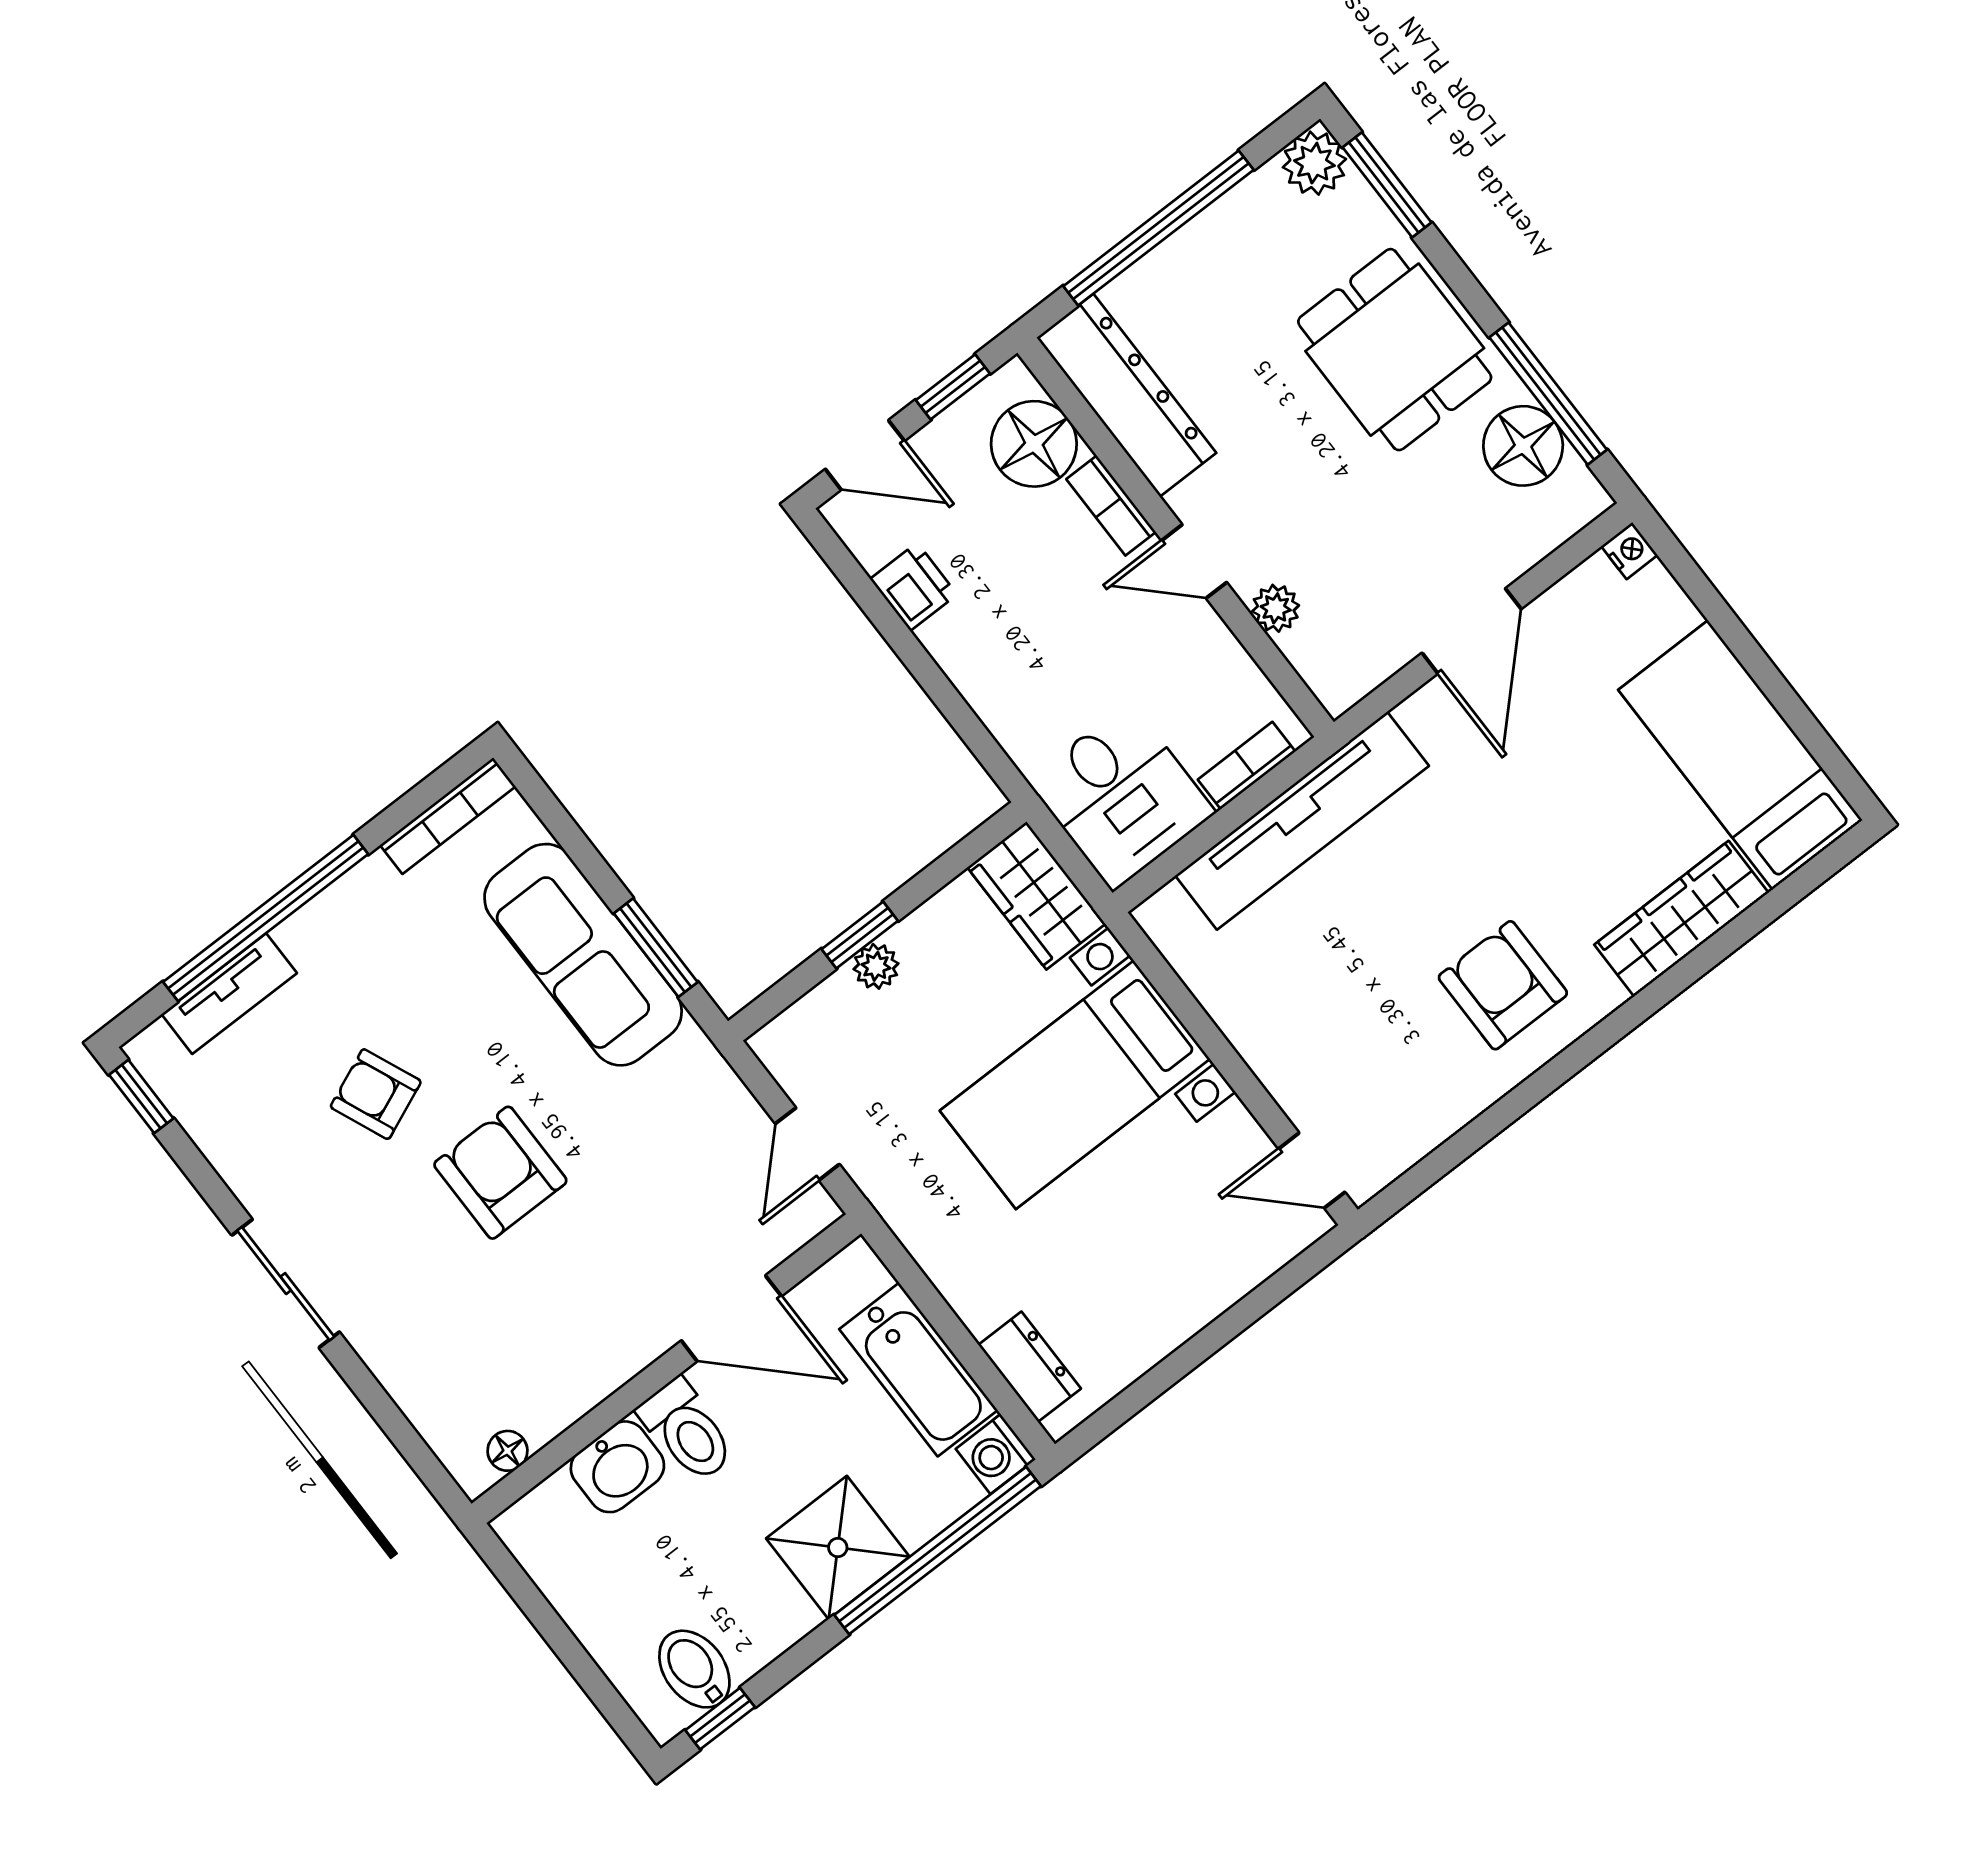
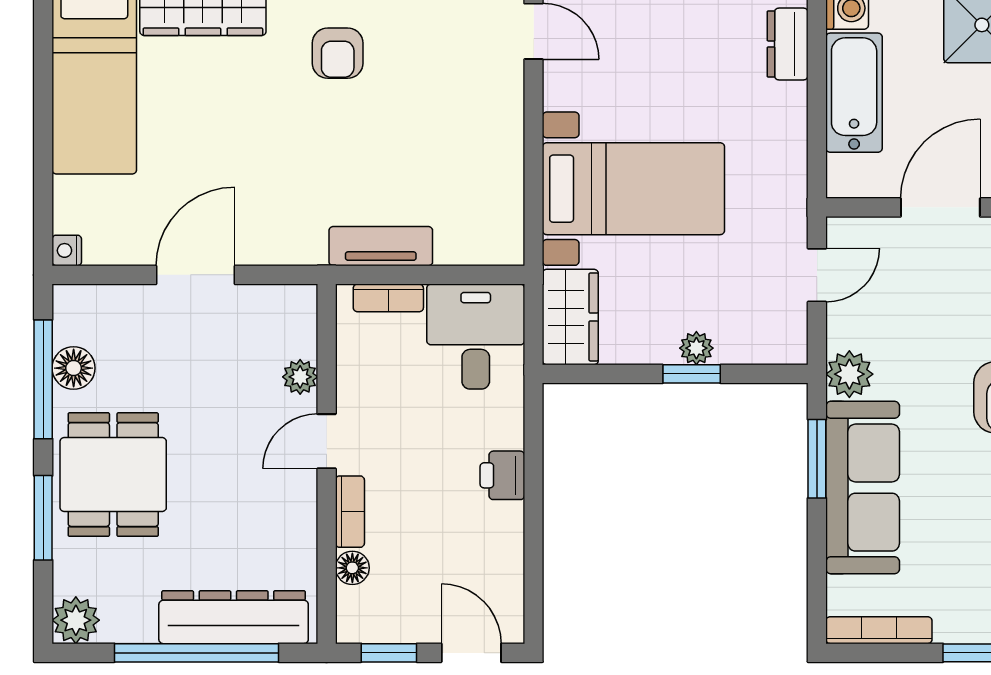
window: (1387, 185) -> (43, 518), moved
dresser: (1127, 395) -> (234, 617), moved, turned 90
floor lamp: (1034, 444) -> (352, 568), width x0.53, depth x0.53
floor lamp: (1523, 446) -> (74, 368), width x0.73, depth x0.73
door: (1194, 561) -> (327, 441), swing flipped
printer: (914, 587) -> (502, 475), moved
tv unit: (1302, 821) -> (381, 246), width x0.52, depth x0.78
armchair: (1503, 985) -> (338, 53), width x0.72, depth x0.72
plant: (691, 1065) -> (849, 374), added
door: (731, 1318) -> (940, 207), hinge flipped

